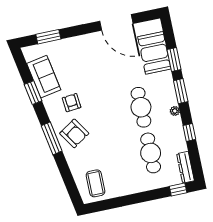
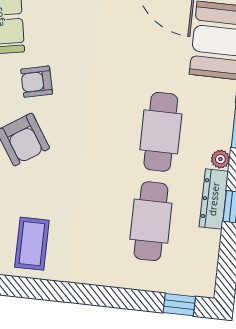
armchair: (72, 103) -> (37, 82), turned -97
dresser: (185, 167) -> (214, 199), moved

